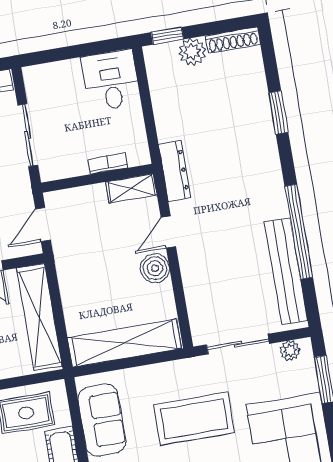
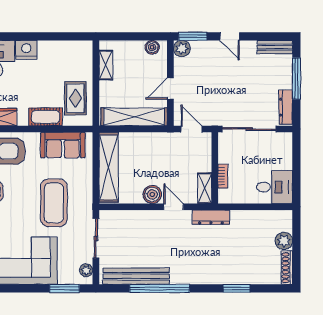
window: (167, 36) -> (296, 227), removed
sliding door: (28, 135) -> (249, 129), width x1.37

